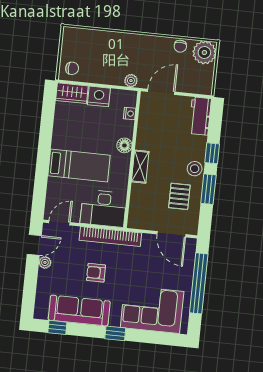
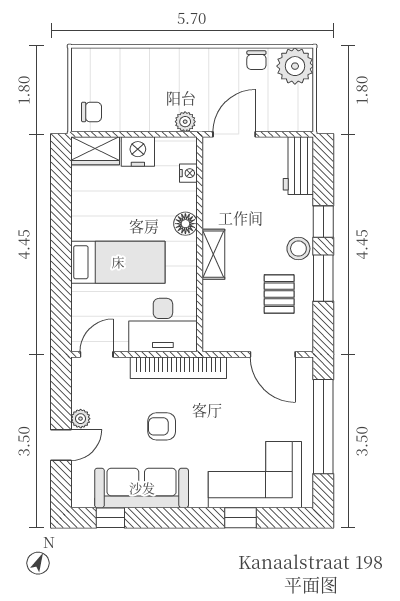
door: (34, 245) -> (61, 445), moved
window: (115, 333) -> (241, 518), moved

